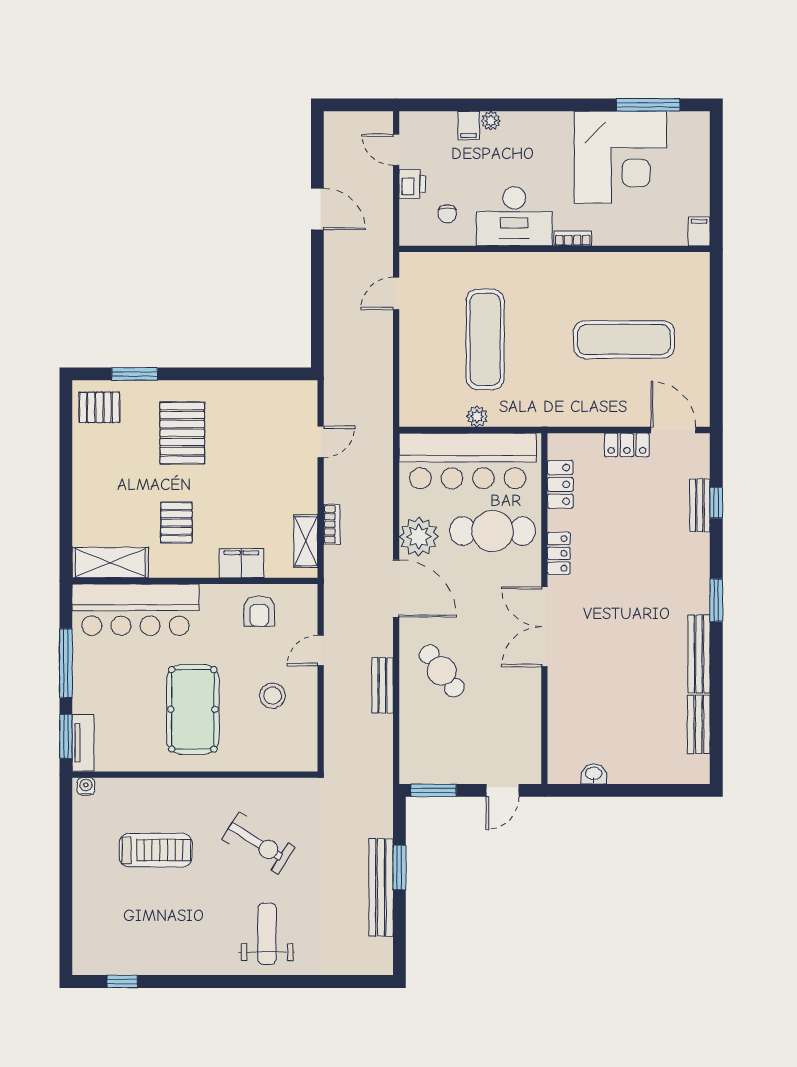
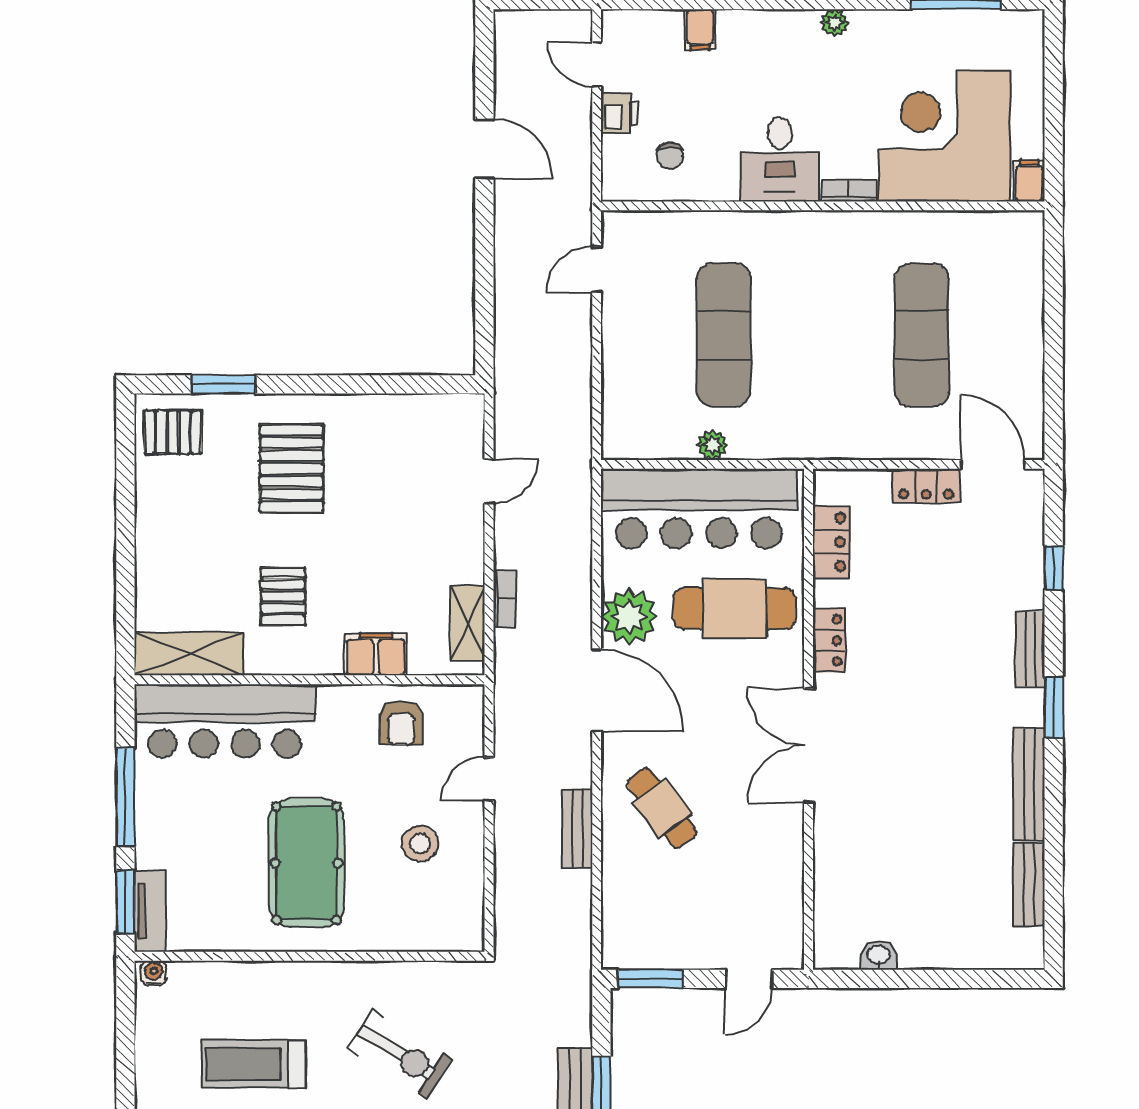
plant: (491, 121) -> (835, 23), moved
corner desk: (620, 157) -> (944, 136), moved, turned 180
desk: (514, 216) -> (780, 159), width x0.73
exercise mat: (624, 339) -> (922, 335), turned 90
bench: (700, 505) -> (1030, 649), moved
treadmill: (156, 850) -> (253, 1064), turned 180

